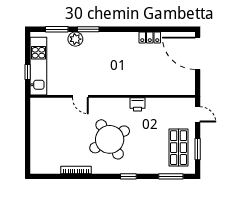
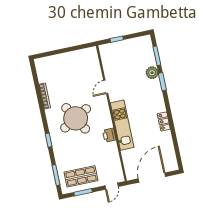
locker: (150, 37) -> (164, 121), moved
door: (198, 53) -> (152, 178), moved
kitchen unit: (38, 66) -> (122, 125), moved, turned -90

